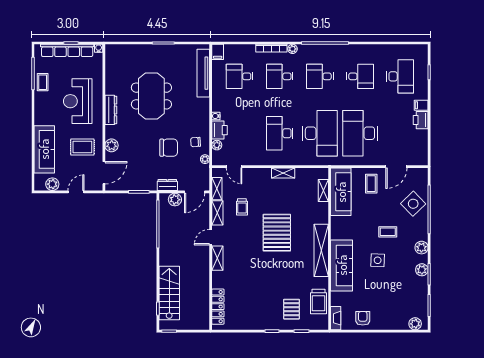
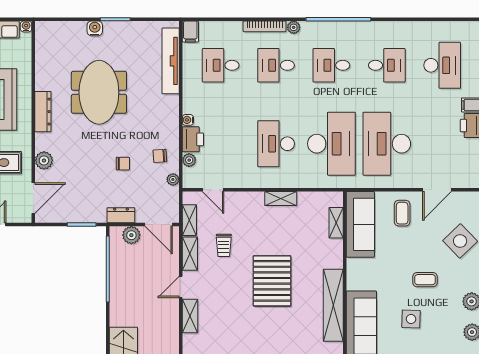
water cooler: (148, 50) -> (95, 28), added
chair: (169, 148) -> (123, 164), width x0.54, depth x0.54
door: (195, 192) -> (159, 225), hinge flipped

